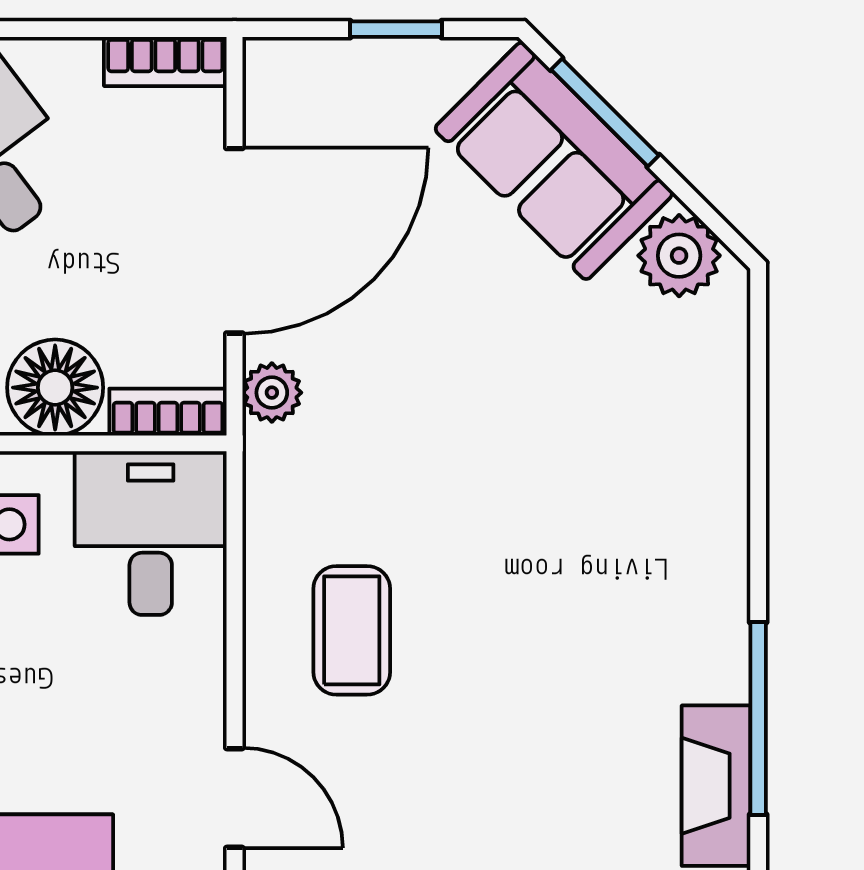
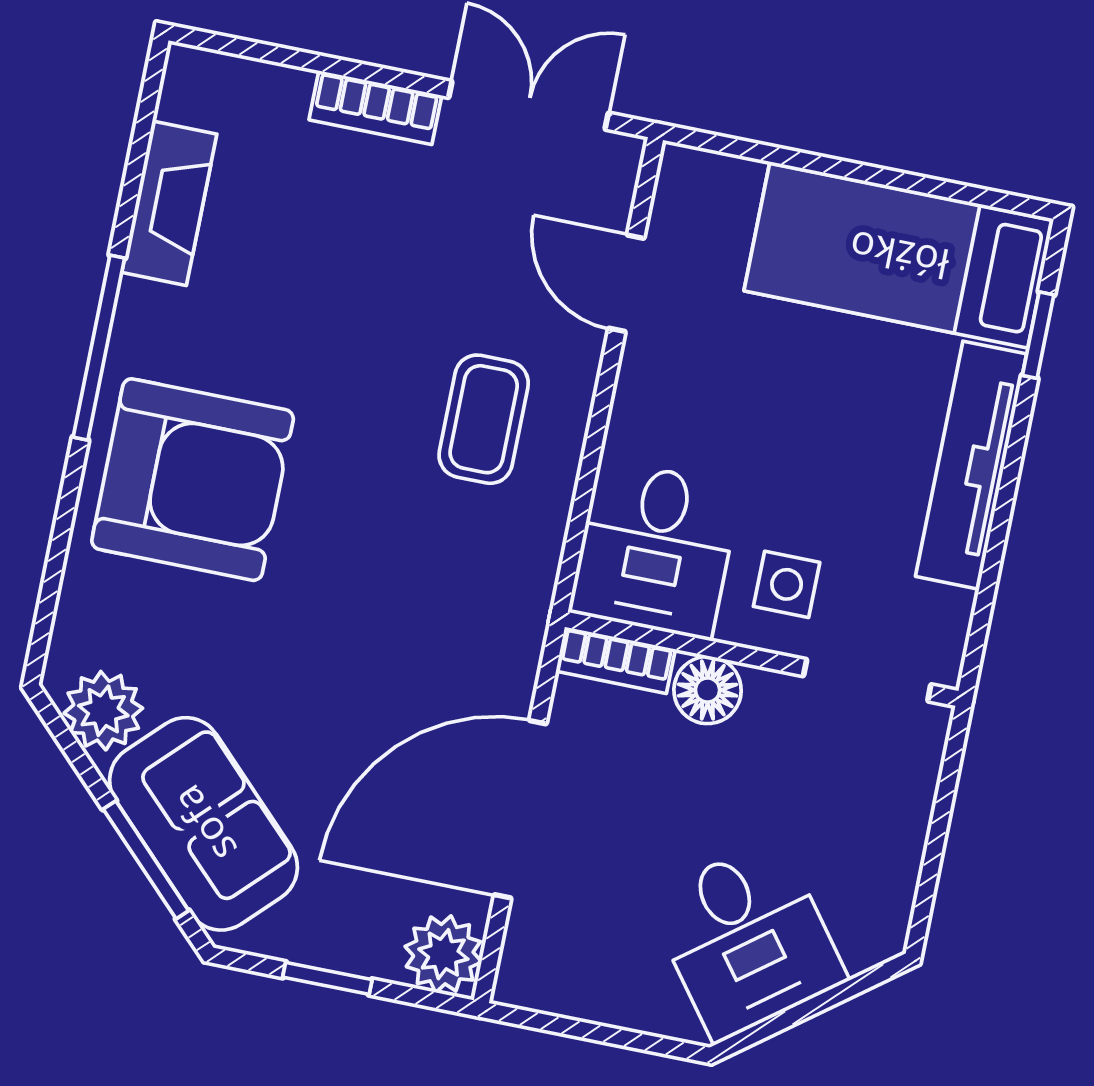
bookcase: (165, 61) -> (551, 992), removed
floor lamp: (55, 388) -> (708, 690), width x0.73, depth x0.73
plant: (272, 393) -> (443, 954), moved, width x1.38, depth x1.38
armchair: (636, 509) -> (193, 480), added
window: (758, 718) -> (99, 348), moved

